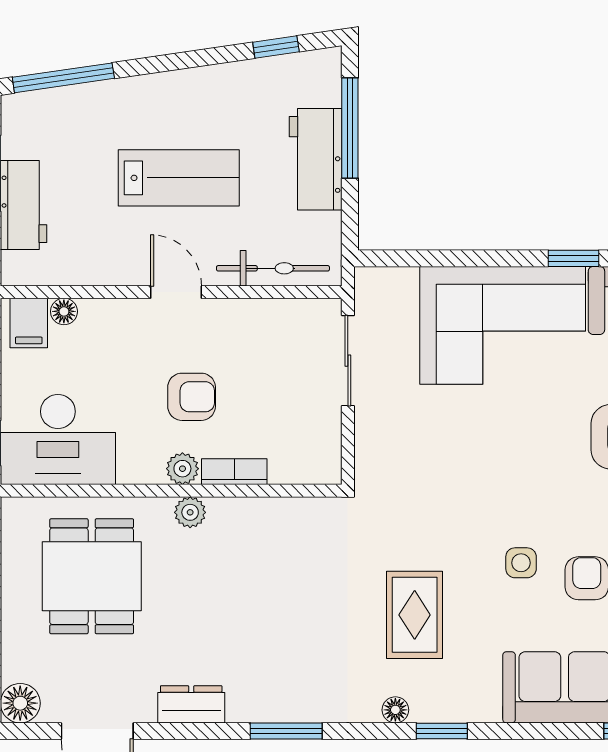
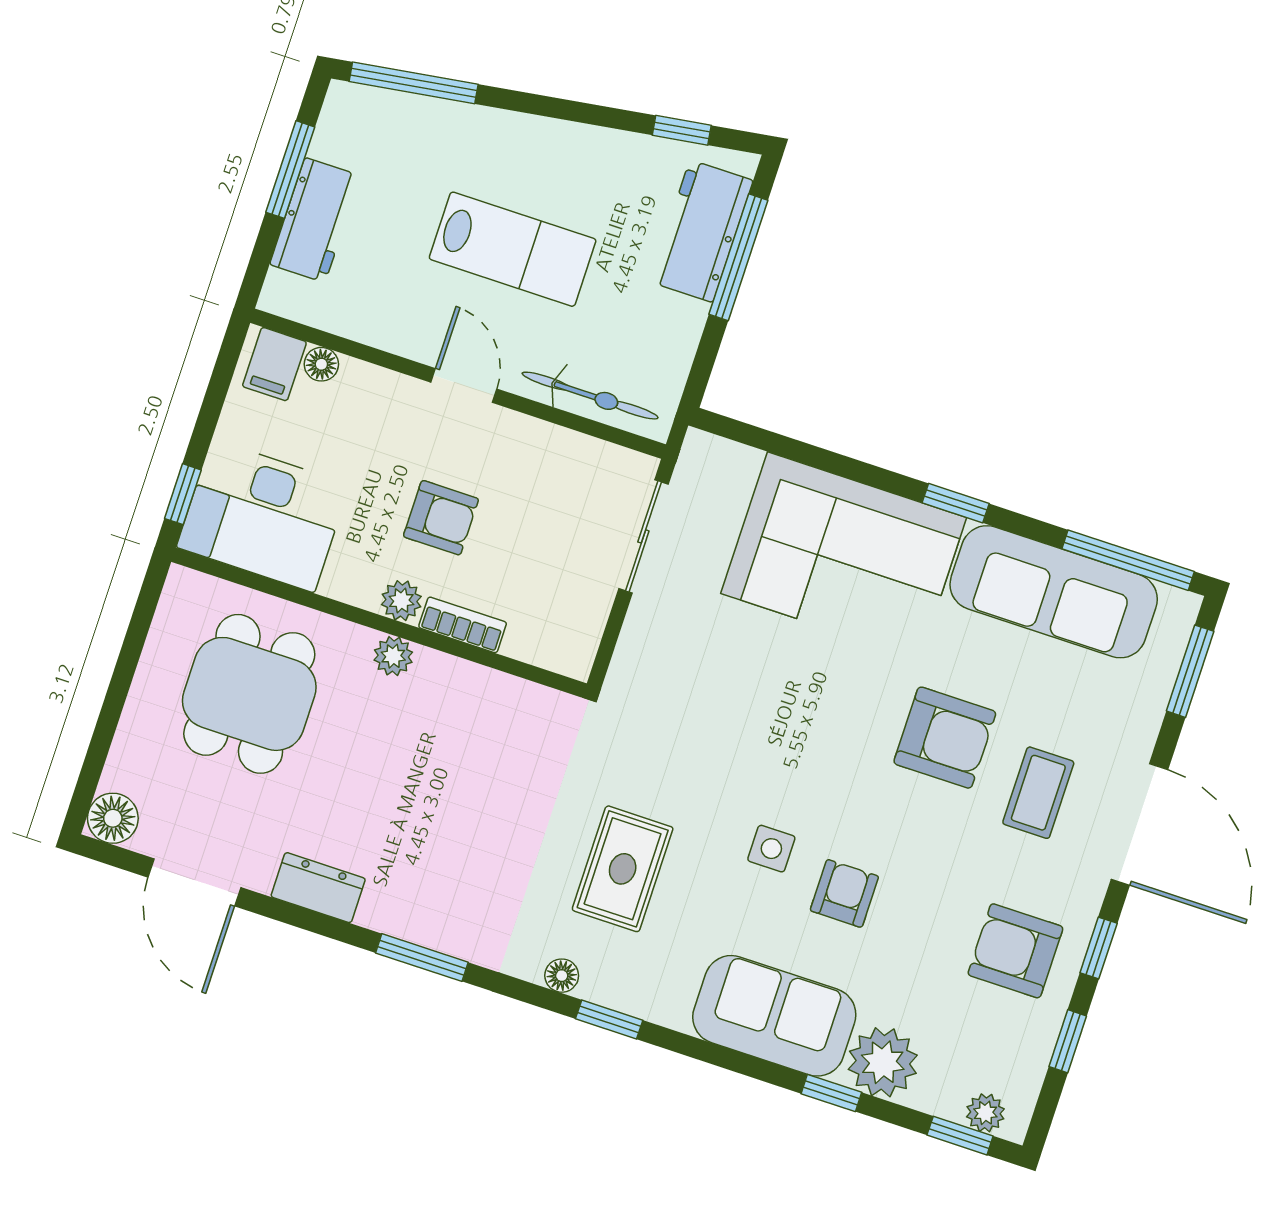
workbench: (316, 159) -> (701, 231), moved

